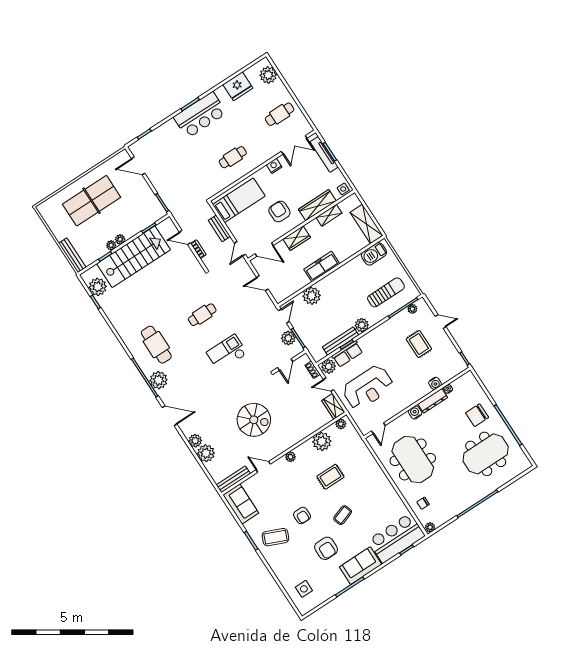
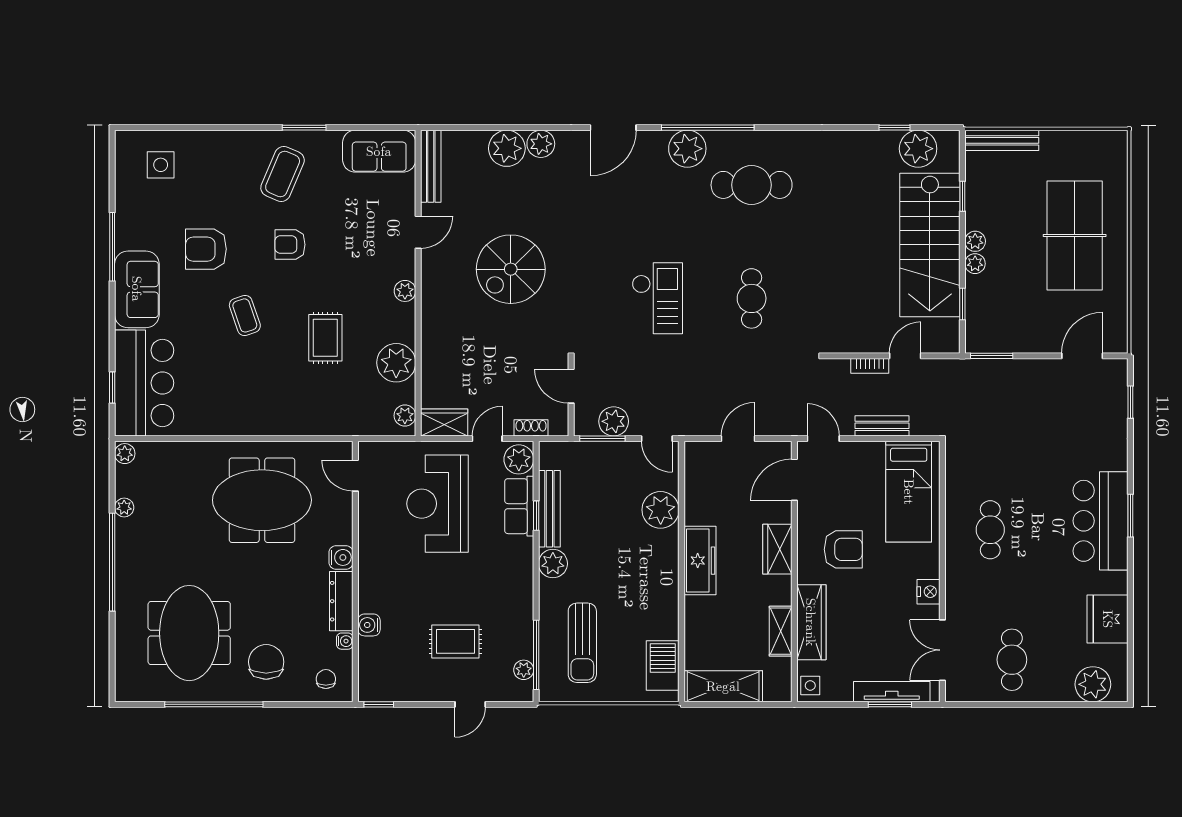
plant: (111, 245) -> (975, 264), moved
chair: (423, 503) -> (326, 679), moved
plant: (452, 513) -> (124, 507), added

